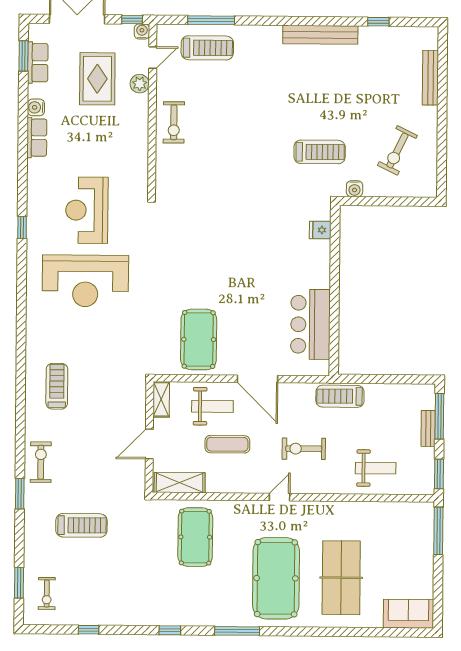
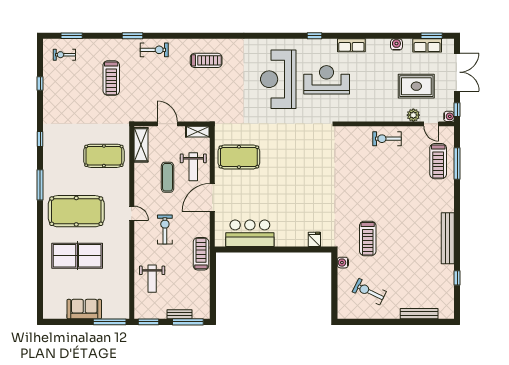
row of seats: (37, 138) -> (351, 45), moved
sofa: (408, 614) -> (84, 309), moved, turned -90

